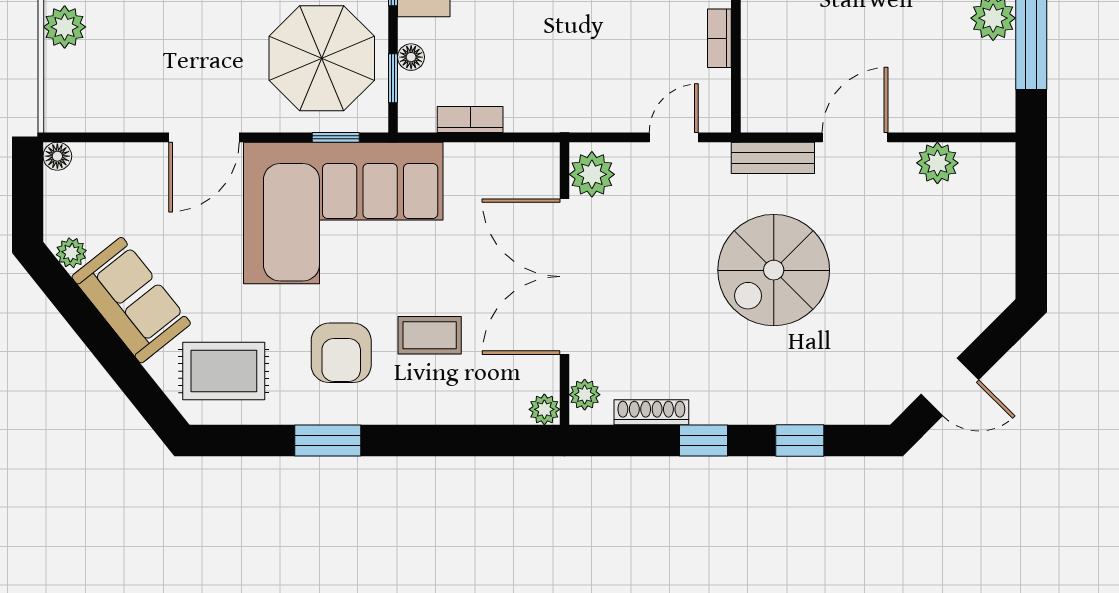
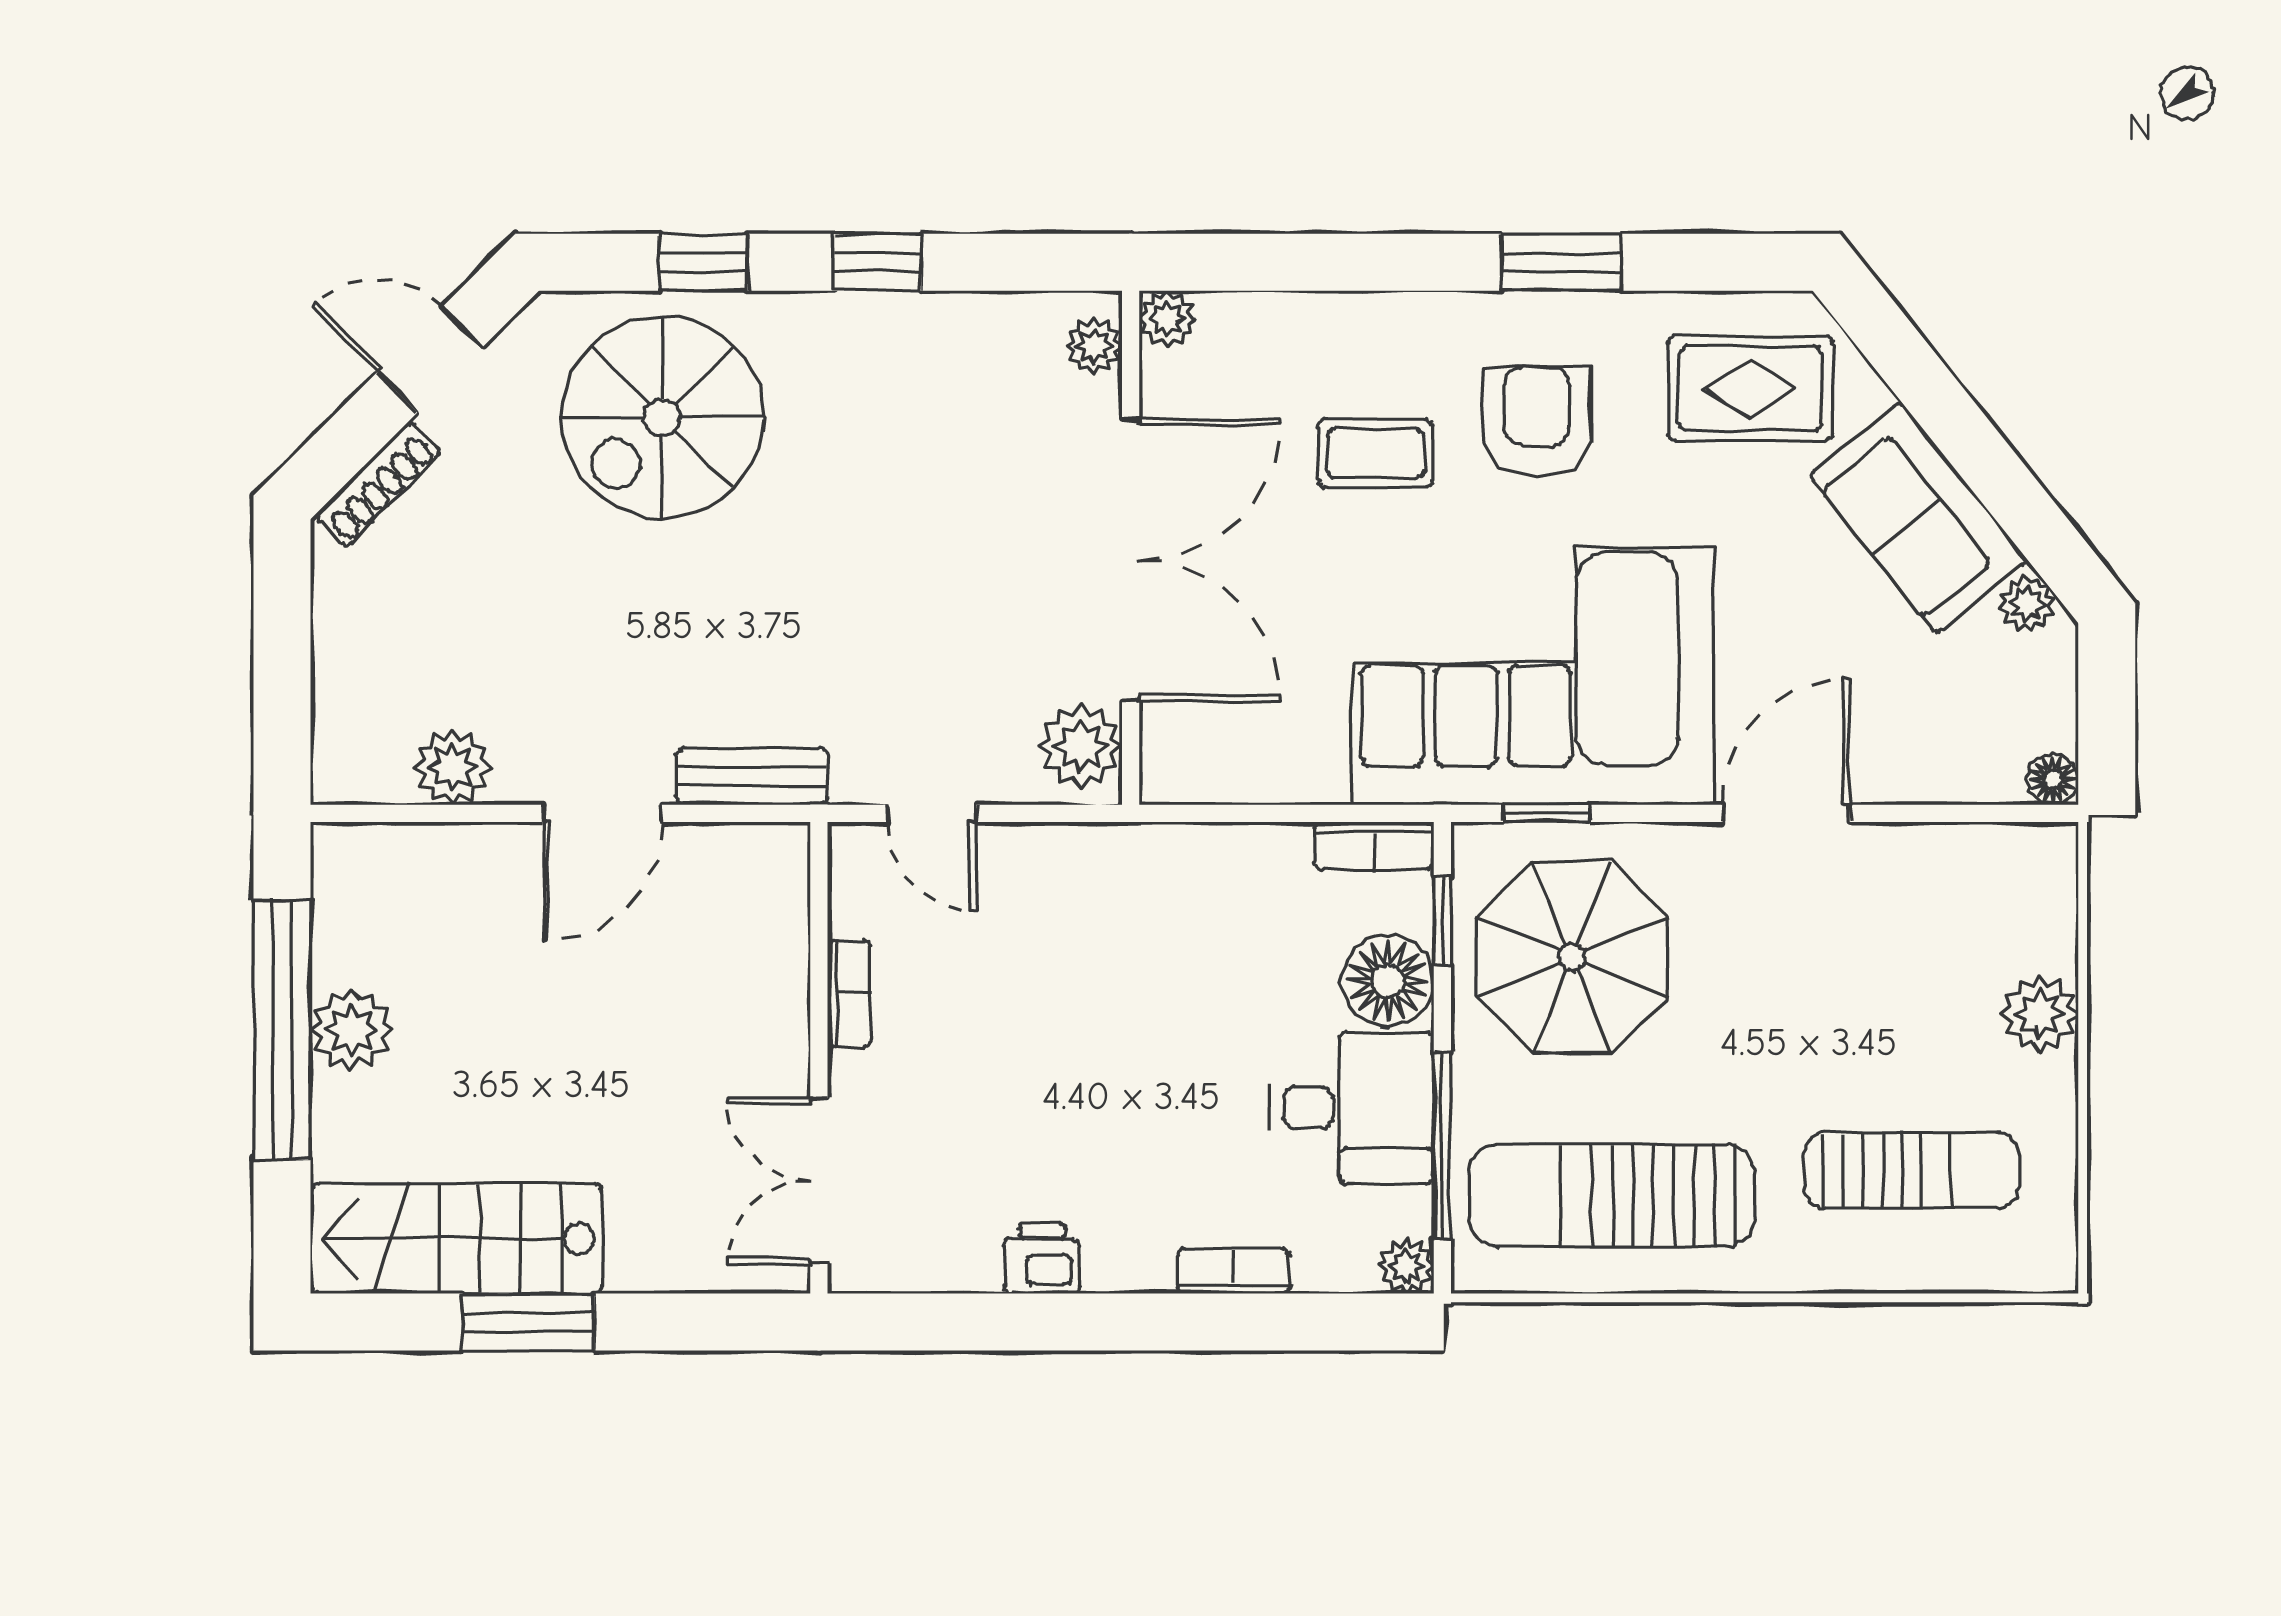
floor lamp: (411, 57) -> (1388, 981), width x1.89, depth x1.89
bookcase: (470, 120) -> (1374, 846), moved
door: (674, 137) -> (932, 813), hinge flipped
spiral stairs: (774, 270) -> (662, 417), moved, turned 180
shoe rack: (651, 412) -> (378, 484), moved, turned -45

